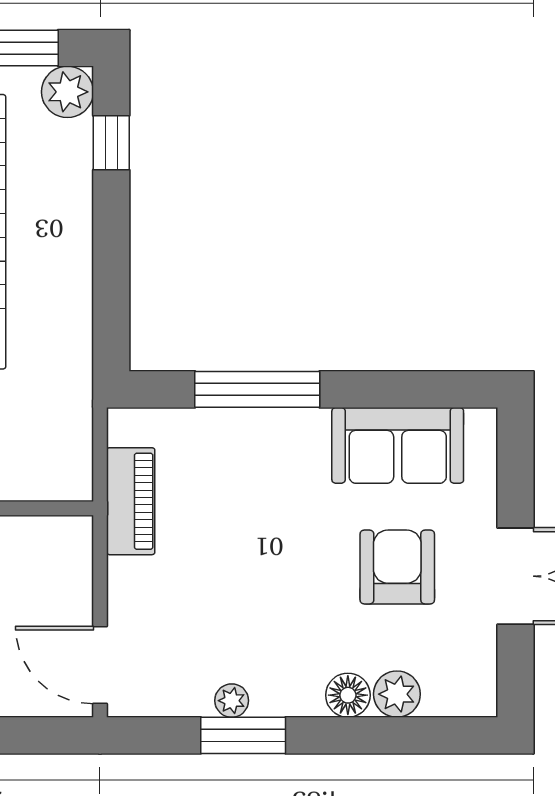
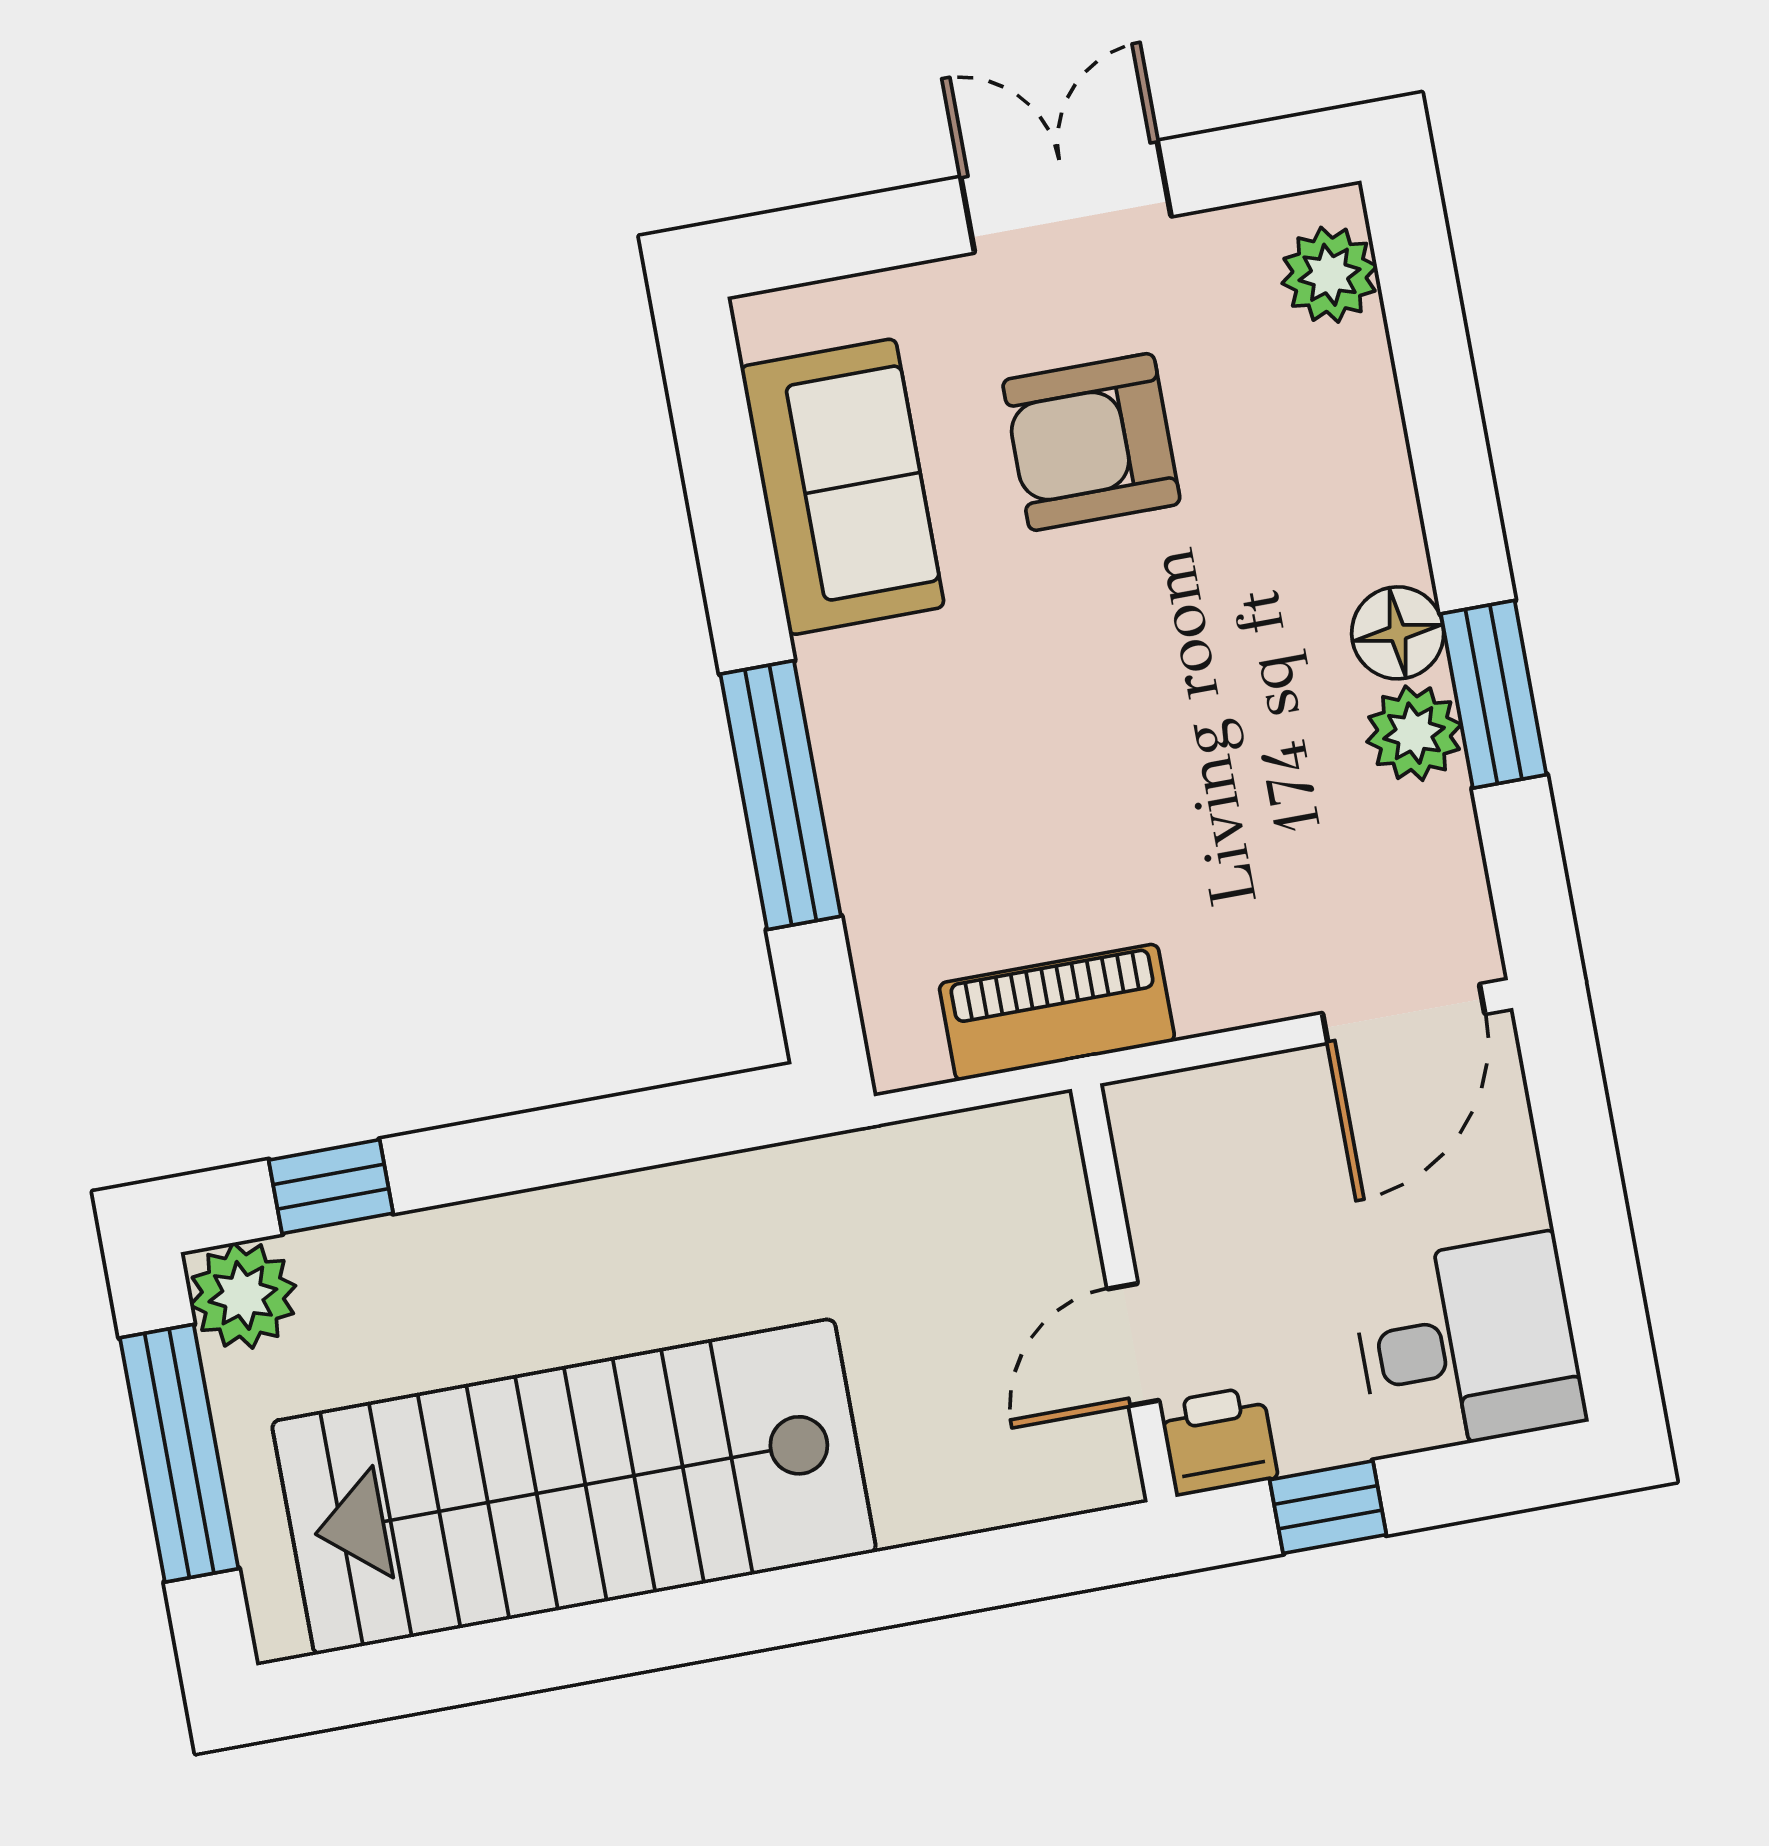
plant: (397, 694) -> (1330, 275), moved
floor lamp: (348, 695) -> (1398, 633), moved
plant: (232, 701) -> (1414, 733), width x1.38, depth x1.38

